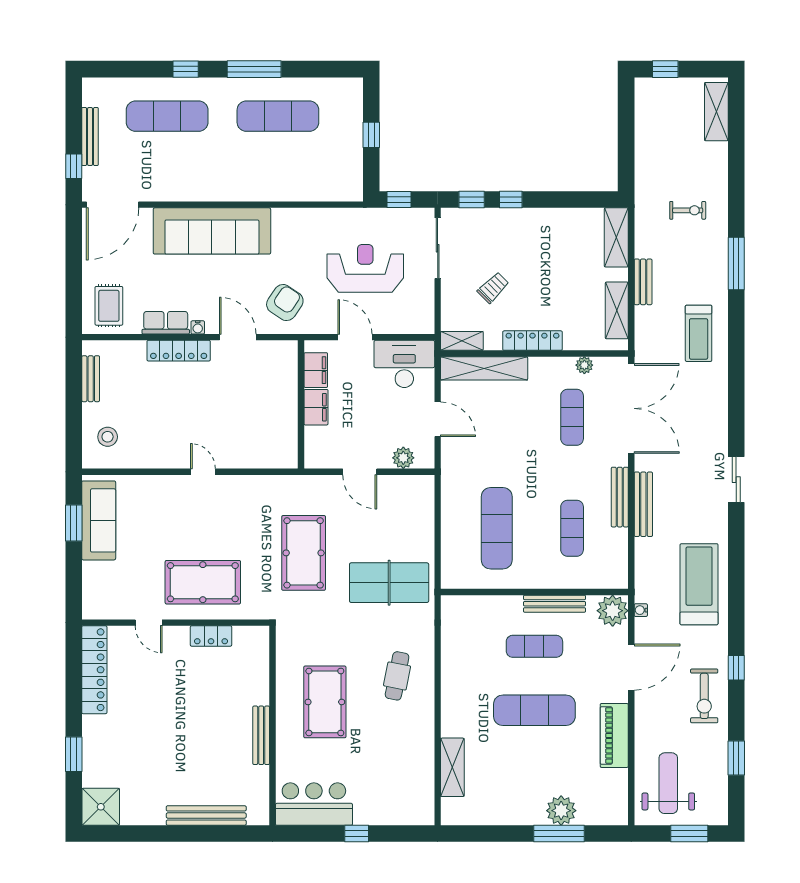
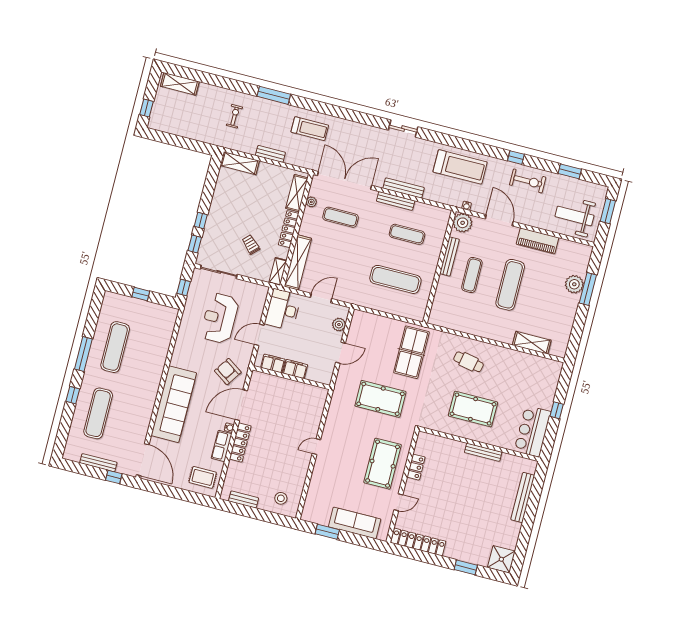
shelving: (617, 310) -> (297, 193), moved, turned 90
door: (238, 337) -> (241, 405), width x1.36
sofa: (99, 520) -> (355, 523), moved
treadmill: (699, 584) -> (460, 167), turned 180

